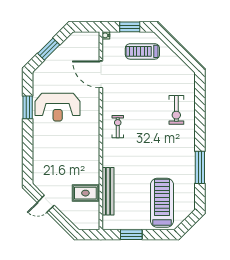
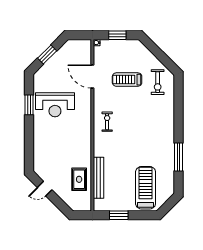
treadmill: (142, 51) -> (127, 80), moved
exercise bike: (176, 110) -> (158, 82), moved
rug: (85, 193) -> (79, 179), turned 90

